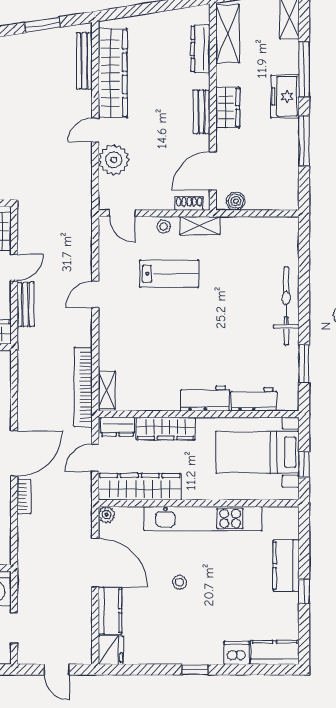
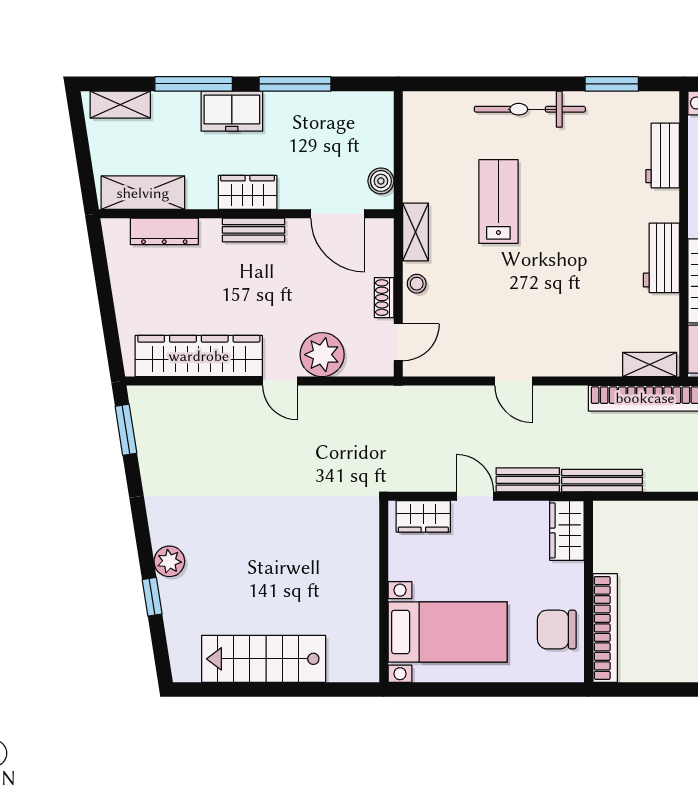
window: (42, 25) -> (126, 430), moved
bench: (84, 61) -> (602, 481), moved
shoe rack: (189, 203) -> (384, 298), moved
lab bench: (169, 274) -> (498, 202), moved
workbench: (205, 398) -> (661, 258), moved

